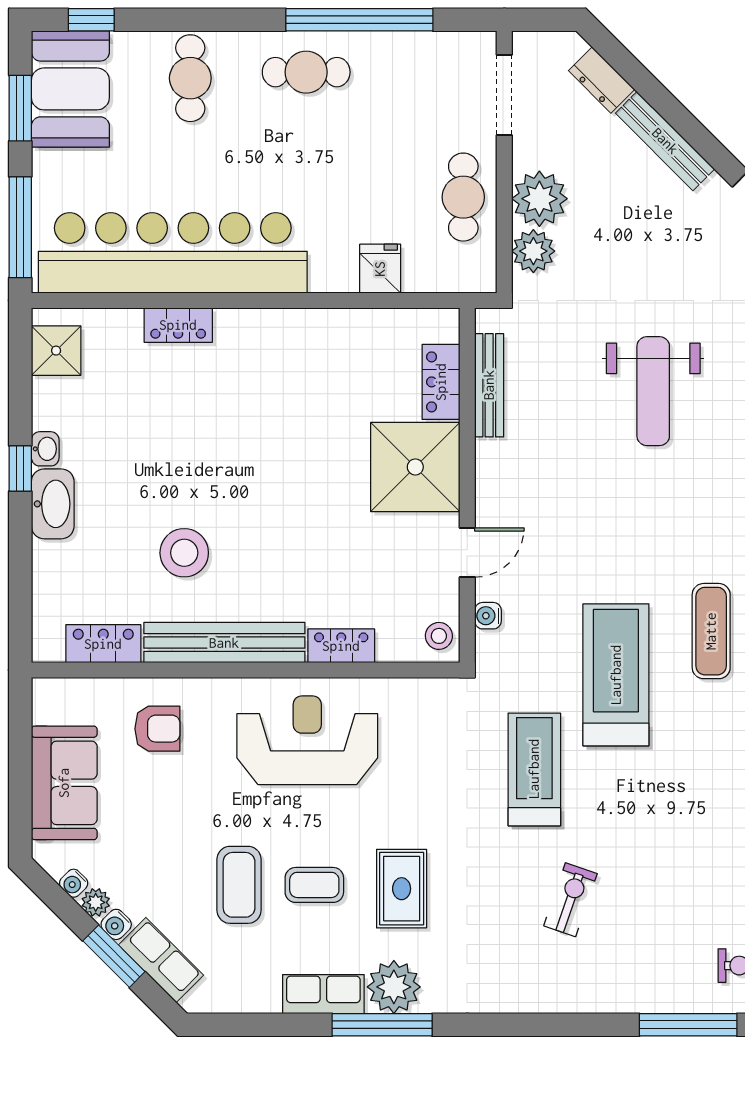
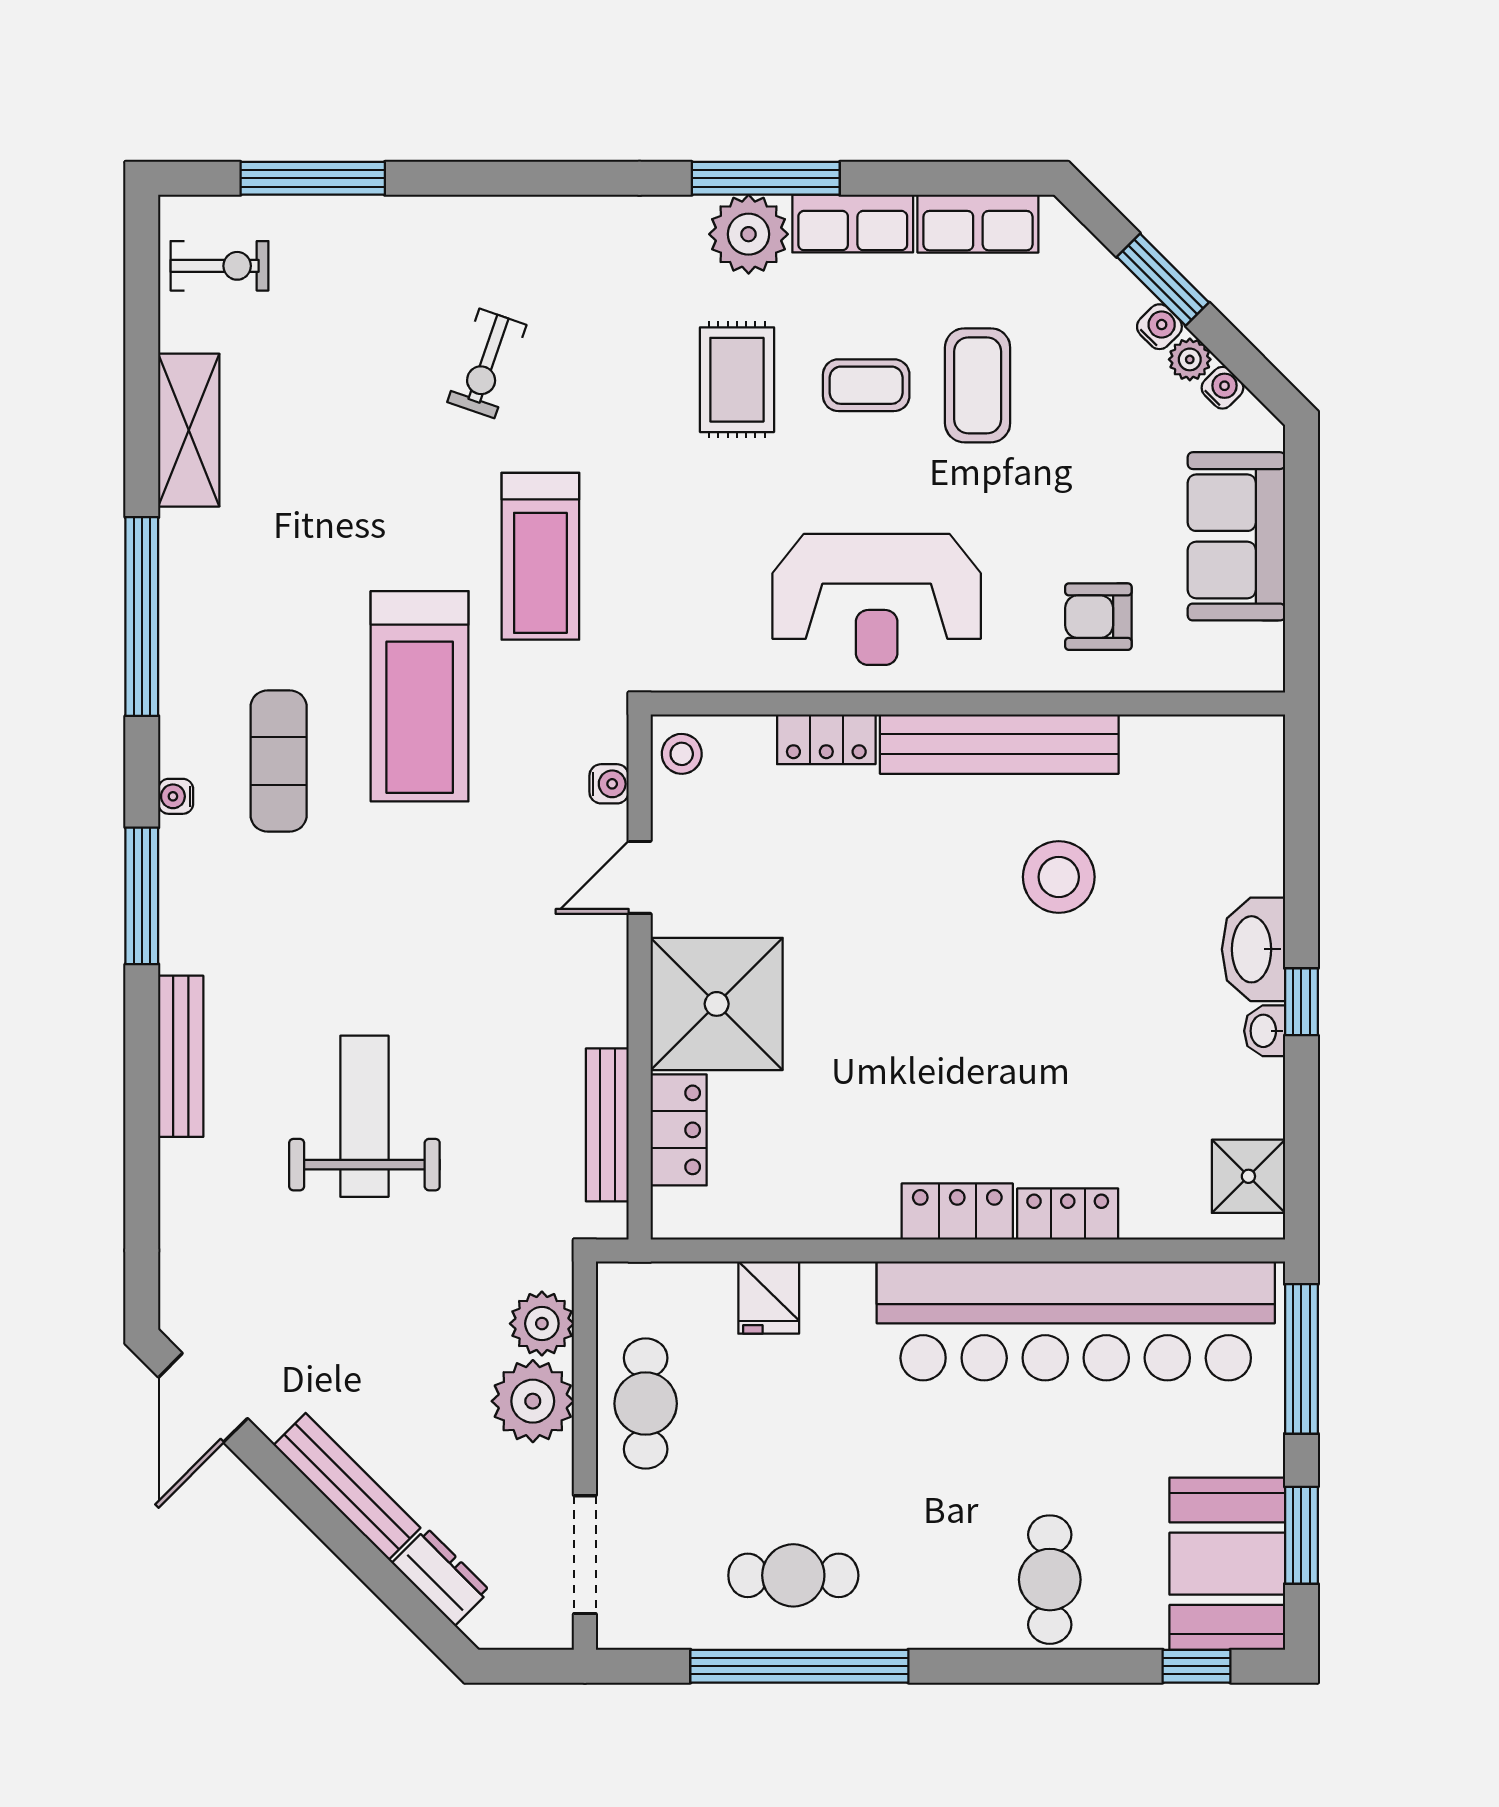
cafe table: (306, 72) -> (793, 1575), moved
locker: (103, 644) -> (957, 1211), moved, turned 180
row of seats: (161, 960) -> (978, 224), moved, turned -45

